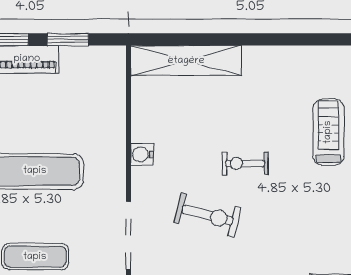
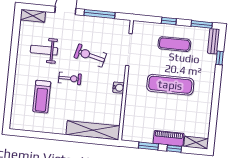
treadmill: (328, 132) -> (42, 97), moved
weight bench: (305, 217) -> (44, 50), added

